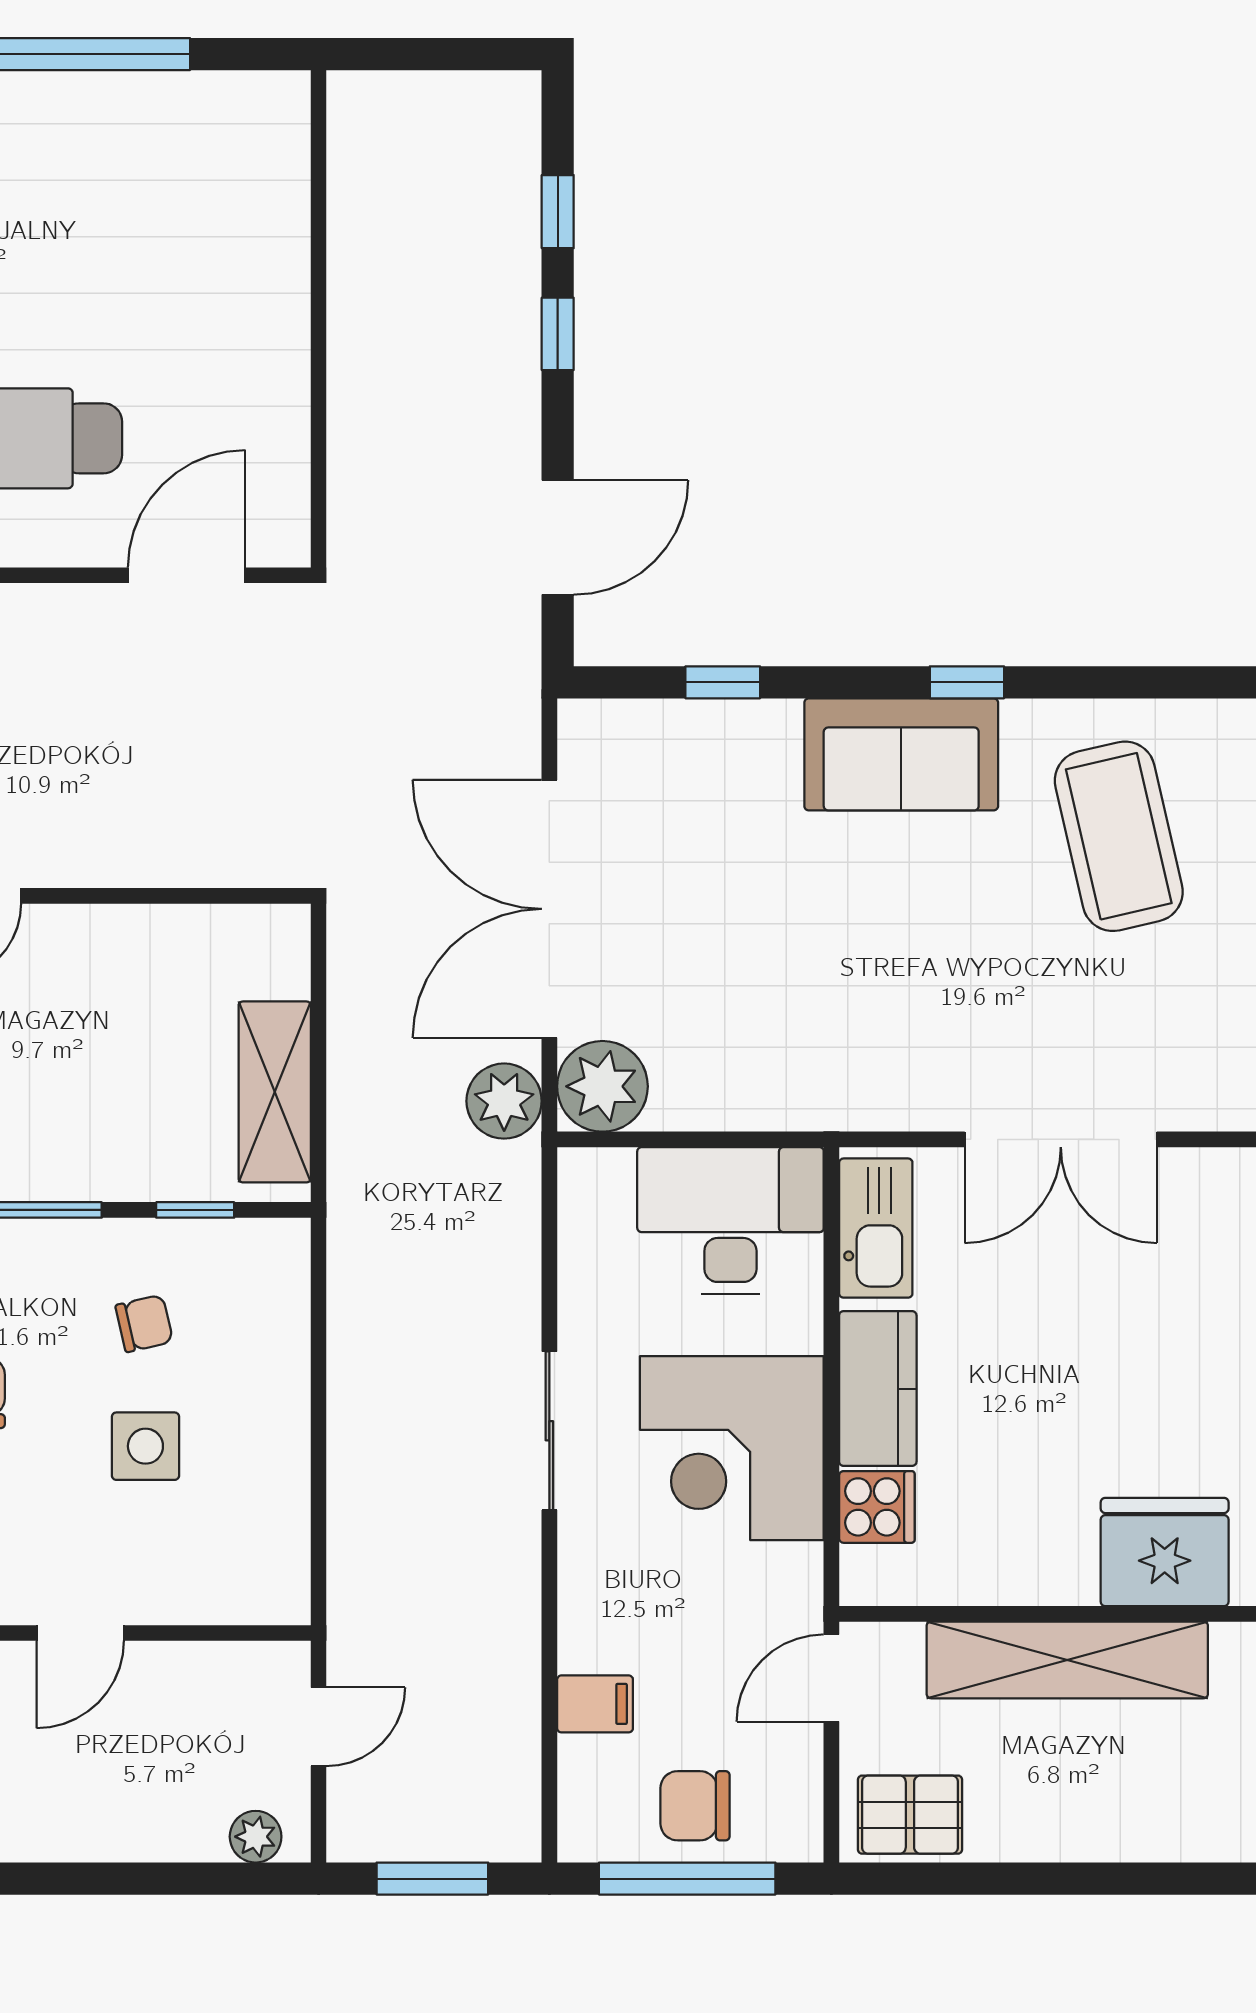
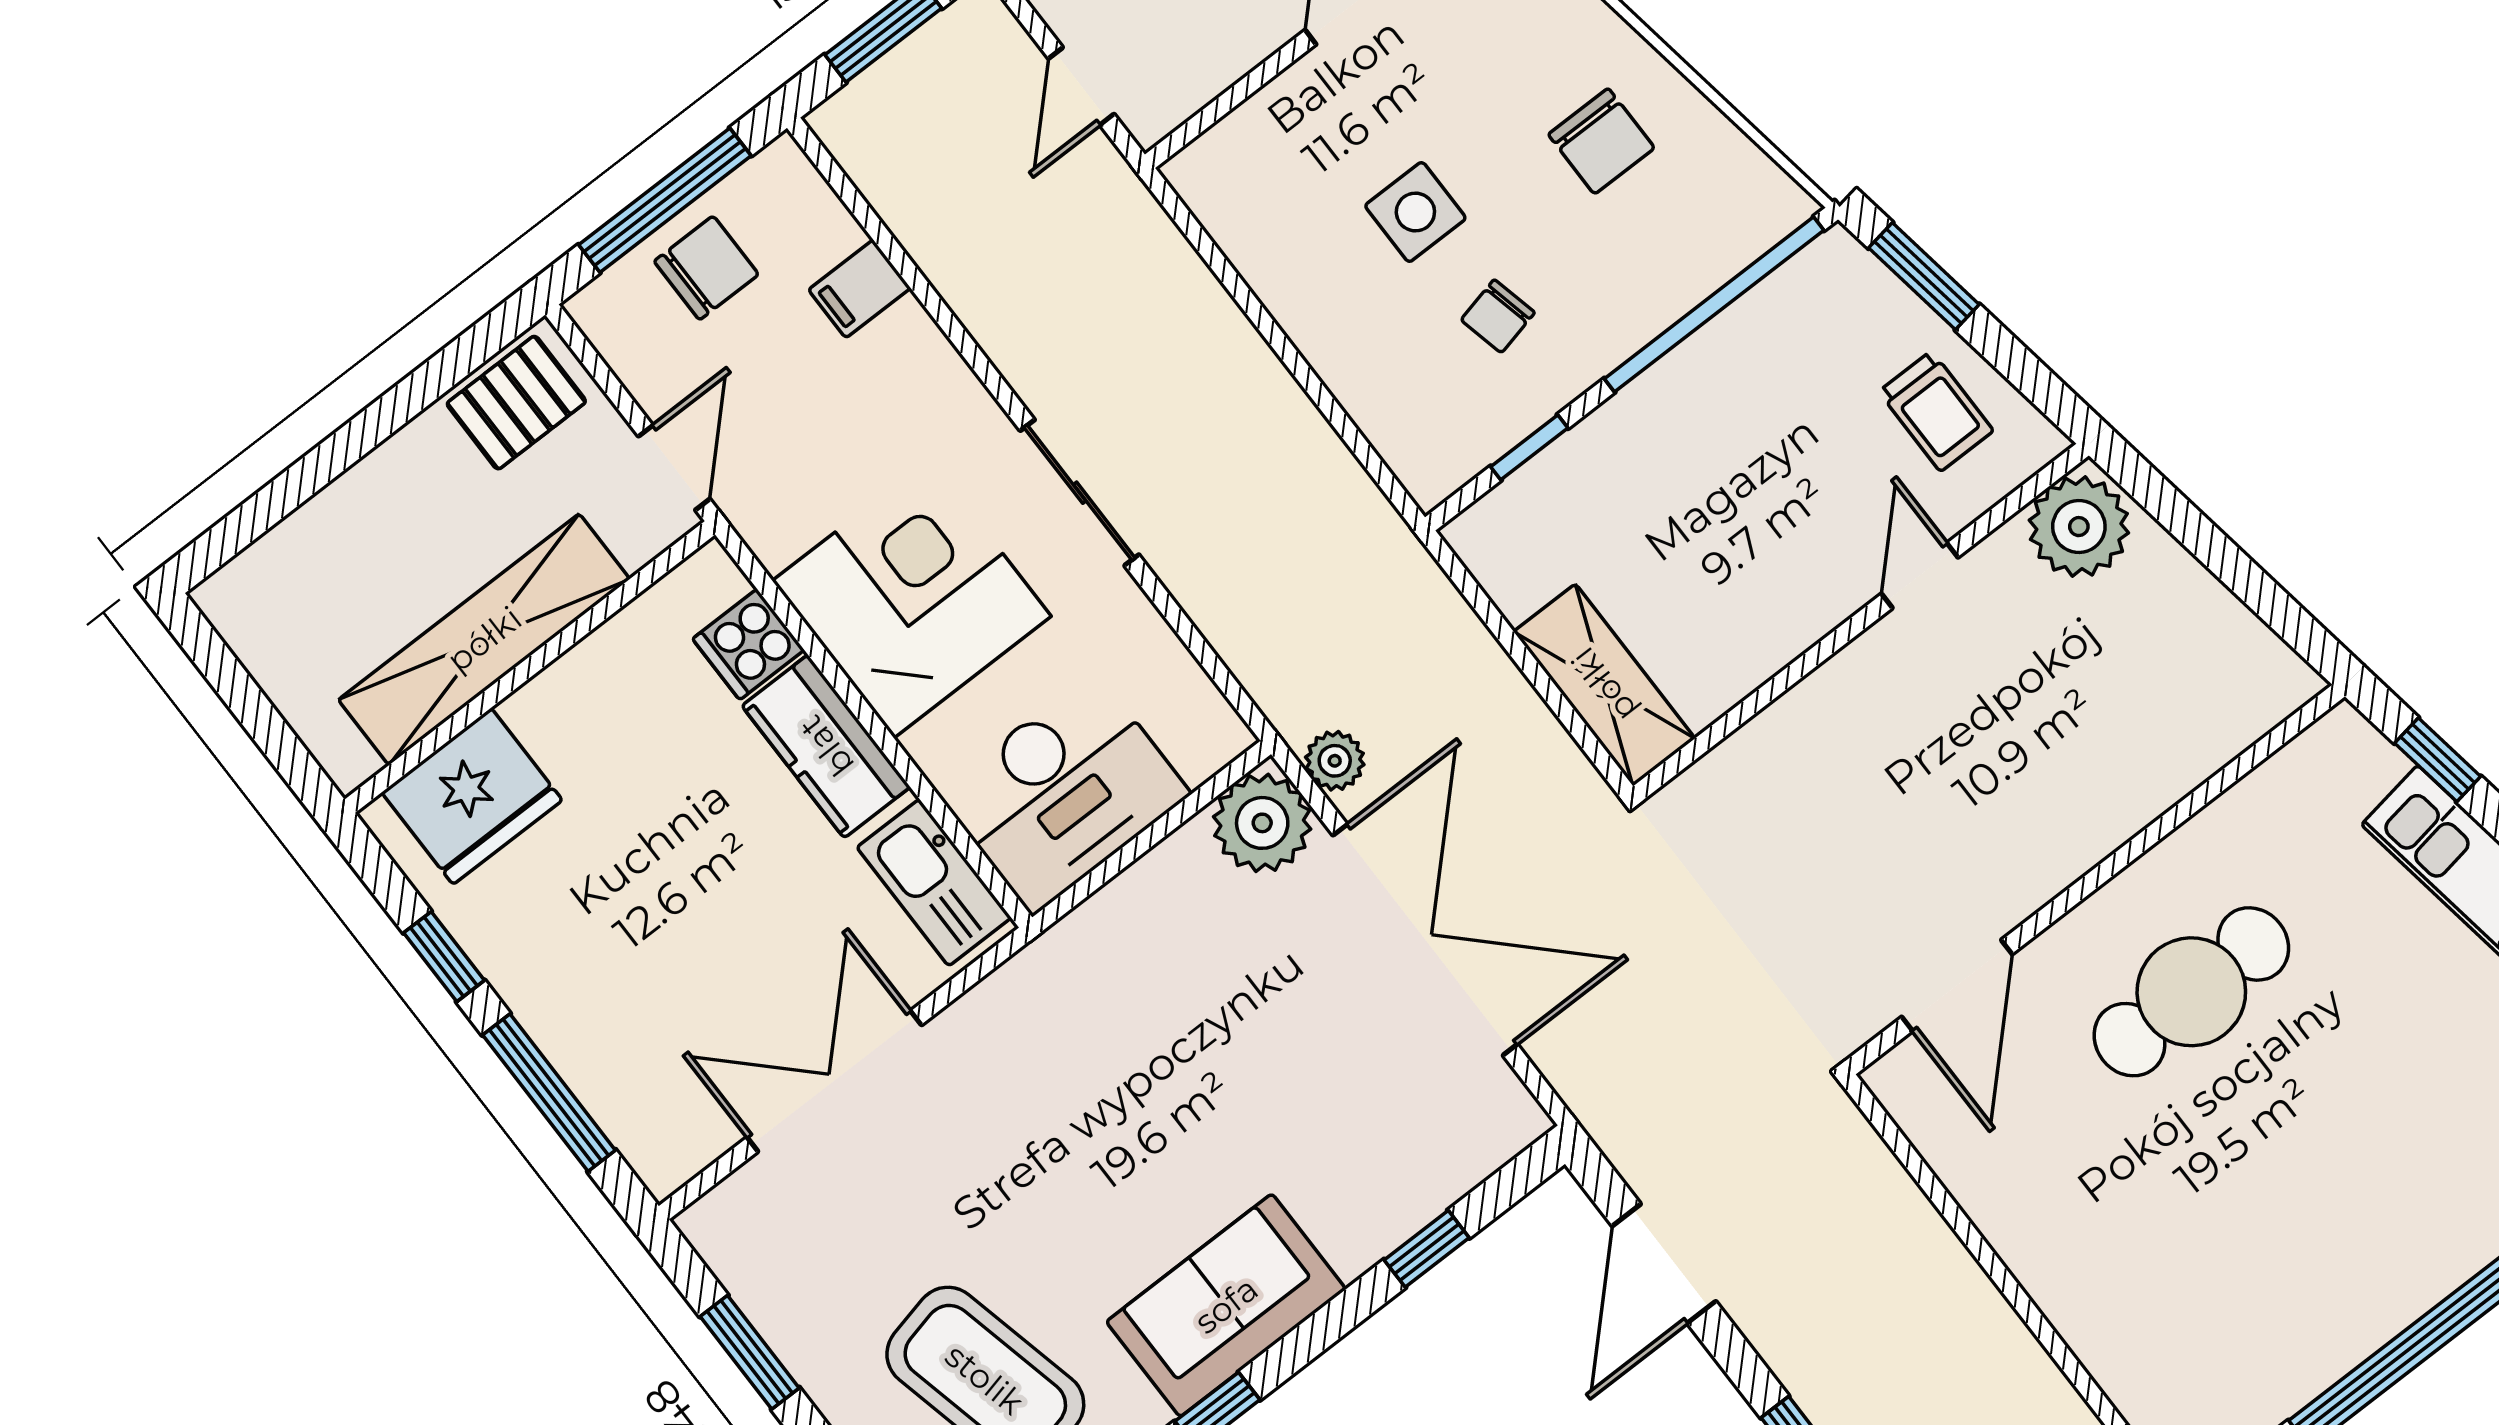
shelving: (275, 1092) -> (1604, 685), moved
plant: (504, 1101) -> (1335, 761), width x0.73, depth x0.73

